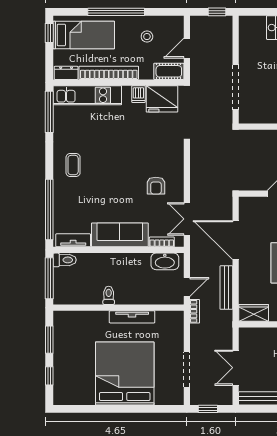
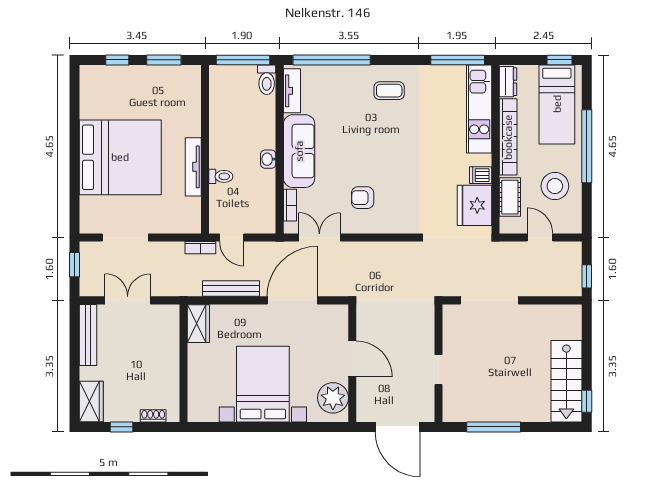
stool: (147, 37) -> (555, 186), width x1.89, depth x1.89
cot: (169, 71) -> (510, 197), moved
washbasin: (165, 261) -> (268, 159), moved, width x0.52, depth x0.69
toilet: (109, 295) -> (221, 176), moved

